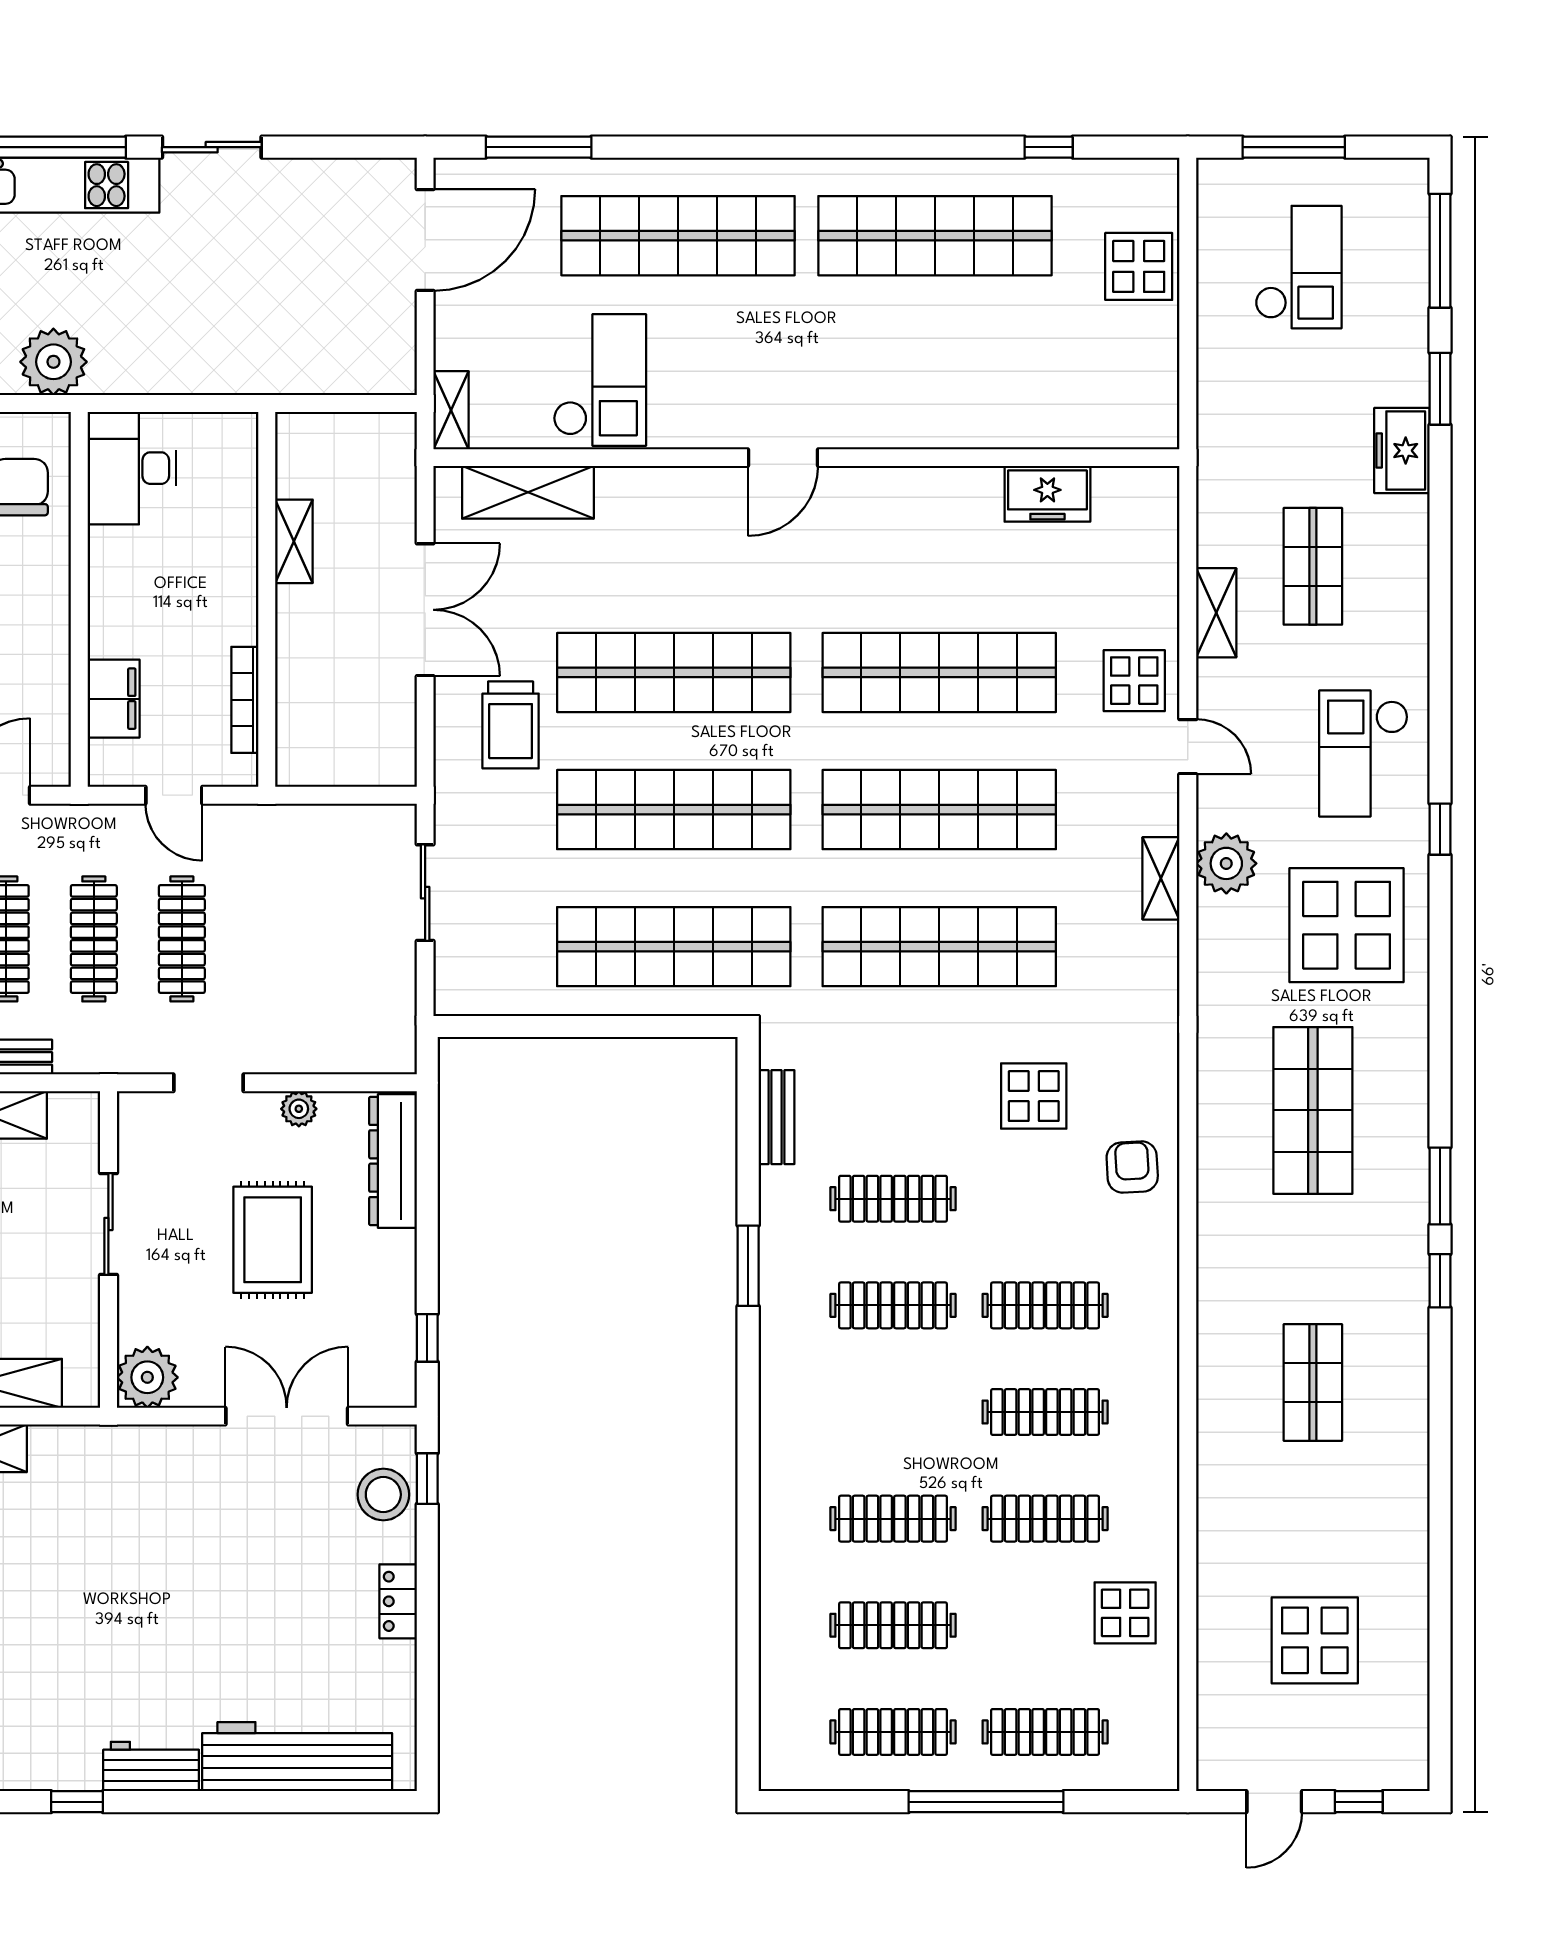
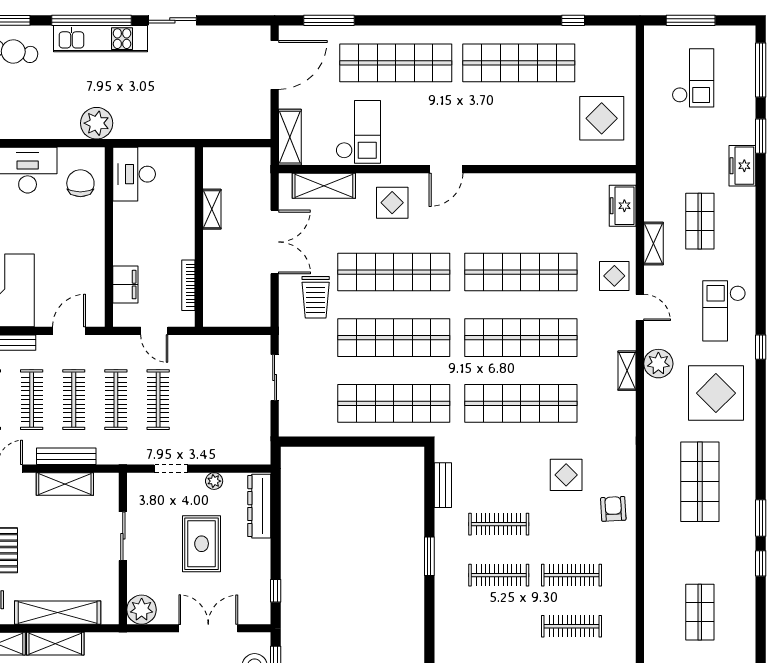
display table: (1139, 266) -> (602, 118), moved, width x1.36, depth x1.36
shelving: (451, 410) -> (290, 137), width x1.50, depth x1.33
freezer: (1047, 494) -> (623, 206), moved, turned 90
display table: (671, 528) -> (392, 203), added

